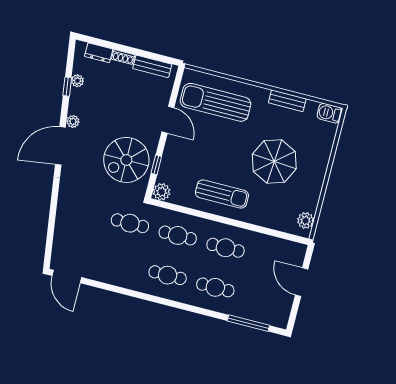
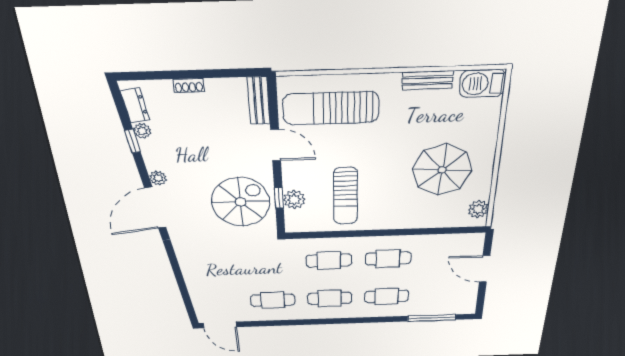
dresser: (99, 53) -> (135, 105), moved, turned -98
bench: (152, 66) -> (259, 101), moved, turned 90
barbecue: (330, 113) -> (482, 83), width x1.38, depth x1.27
spiral stairs: (126, 160) -> (241, 202), turned 180
parasol: (274, 161) -> (442, 170), moved
plant: (162, 192) -> (294, 199), moved
sun lounger: (222, 194) -> (345, 196), moved, turned 90
cafe table: (130, 223) -> (273, 300), moved

